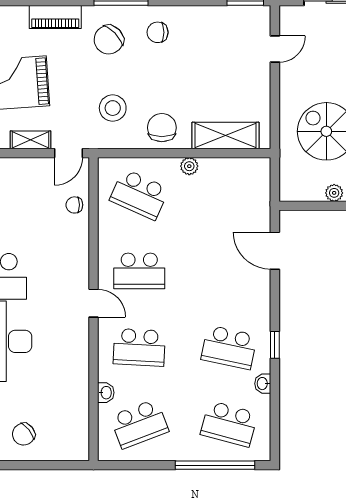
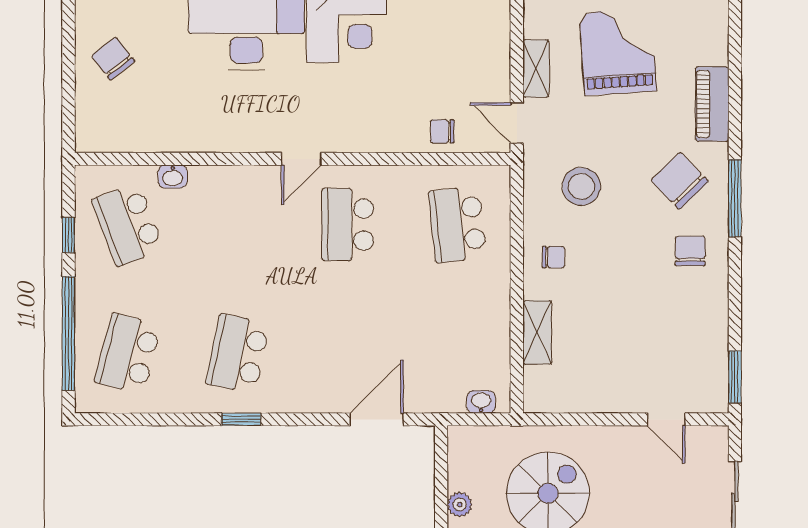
chair: (162, 128) -> (553, 257), width x0.54, depth x0.54
shelving: (225, 135) -> (537, 332), width x0.67, depth x0.75
plant: (189, 166) -> (498, 296), removed
school desk: (139, 194) -> (457, 225), turned -30
chair: (74, 205) -> (442, 131), turned -90
school desk: (139, 347) -> (238, 225), removed
washbasin: (263, 384) -> (481, 402), moved
window: (146, 465) -> (69, 235), added

